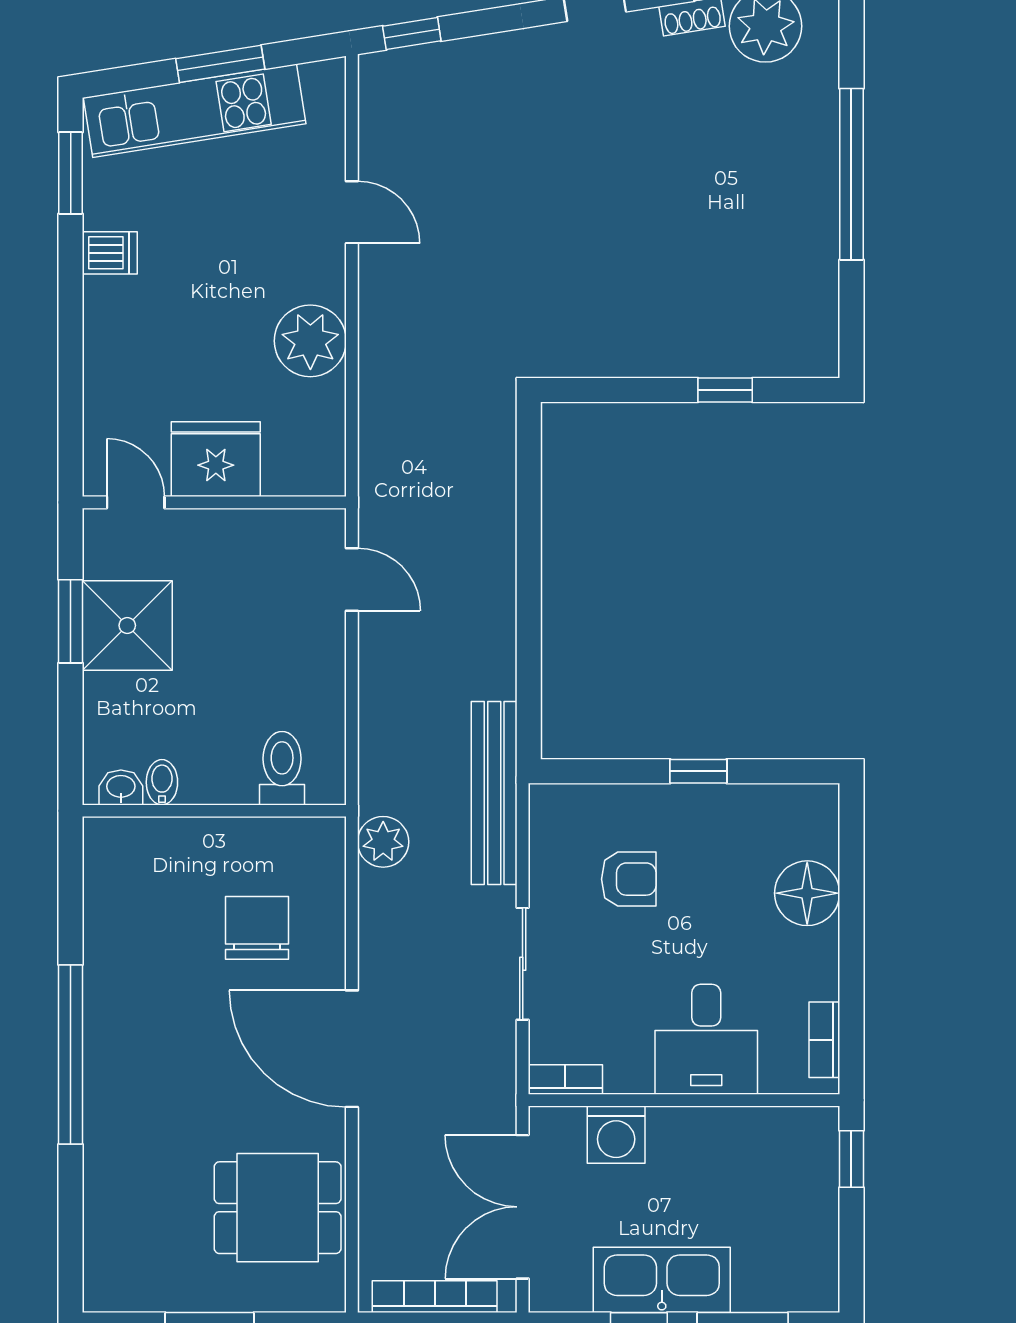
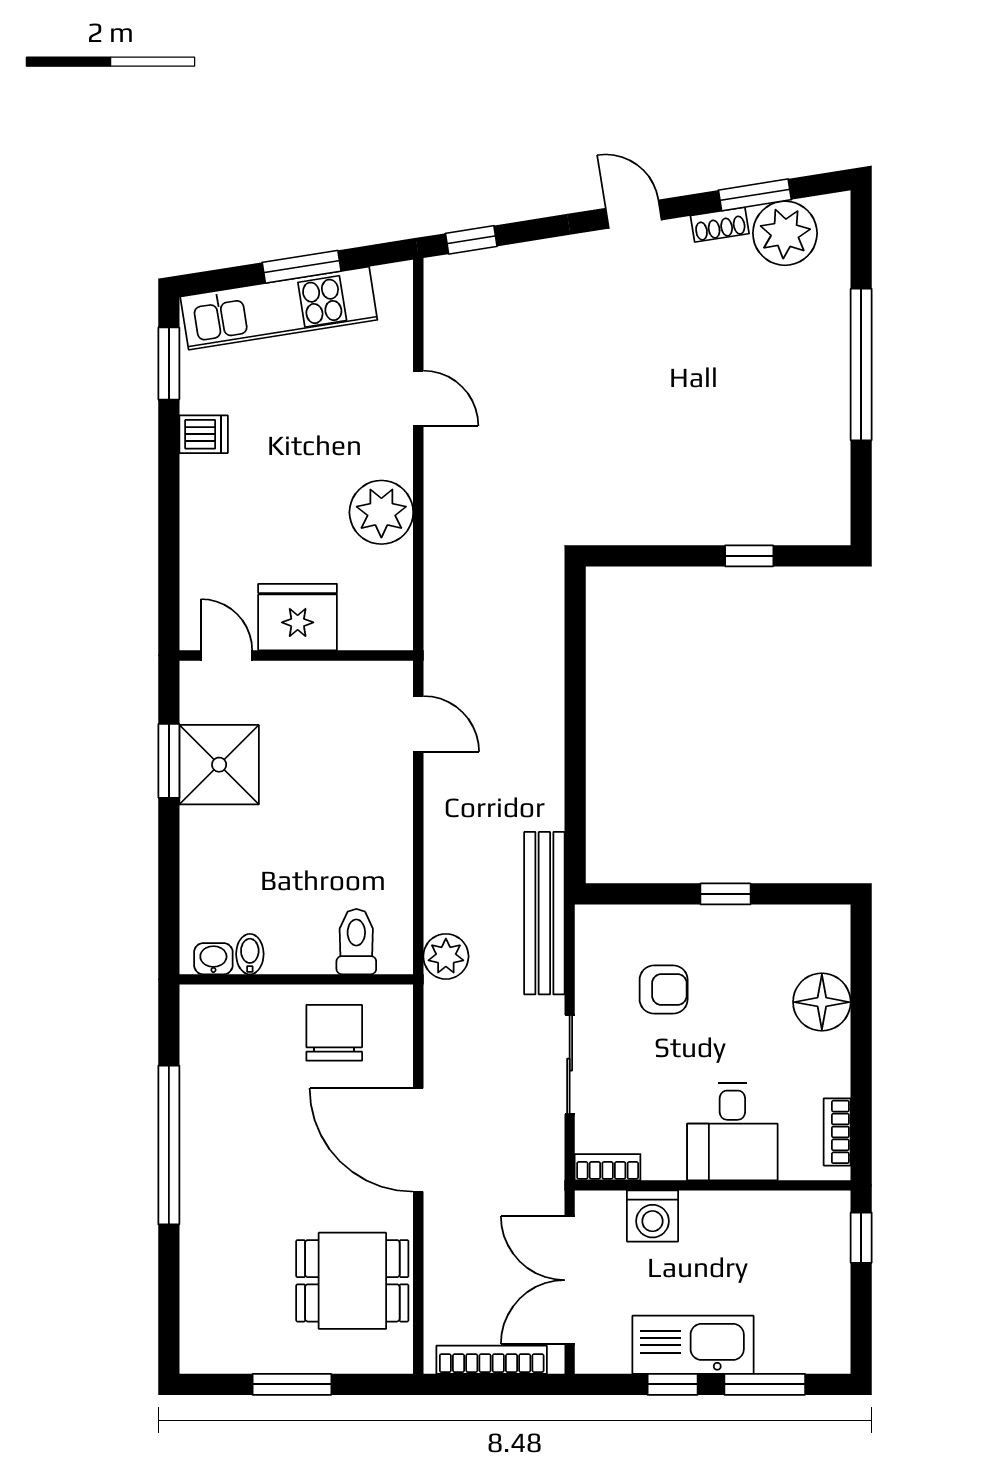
toilet: (282, 768) -> (356, 942), moved
bidet: (162, 782) -> (250, 954), moved
washbasin: (121, 787) -> (213, 959), moved
wall: (214, 811) -> (296, 979), moved

